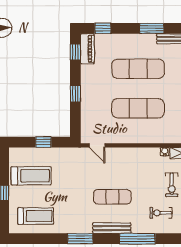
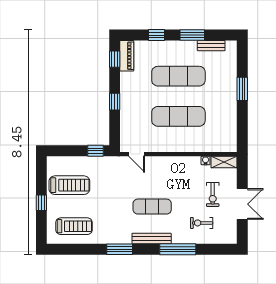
window: (103, 28) -> (156, 35), moved
window: (43, 142) -> (96, 151), moved

